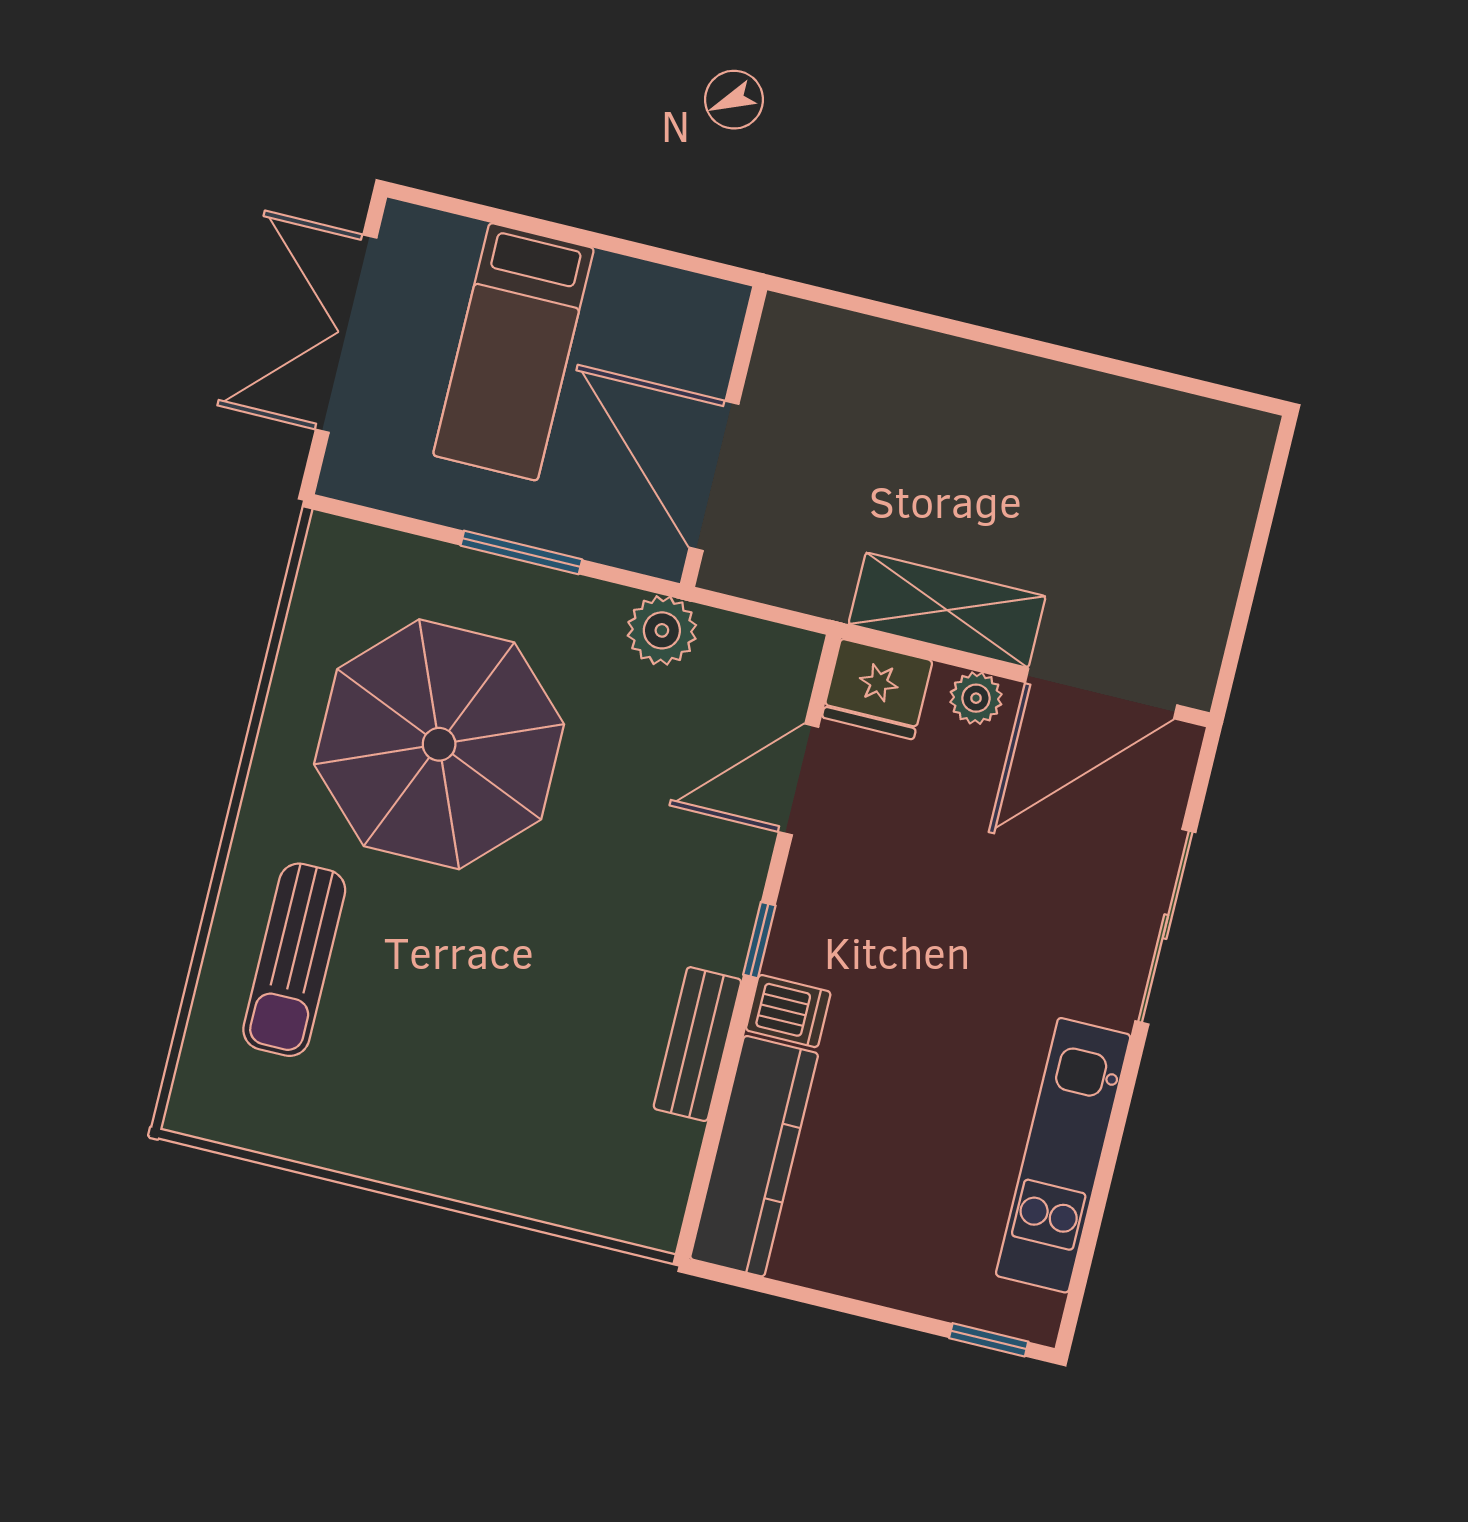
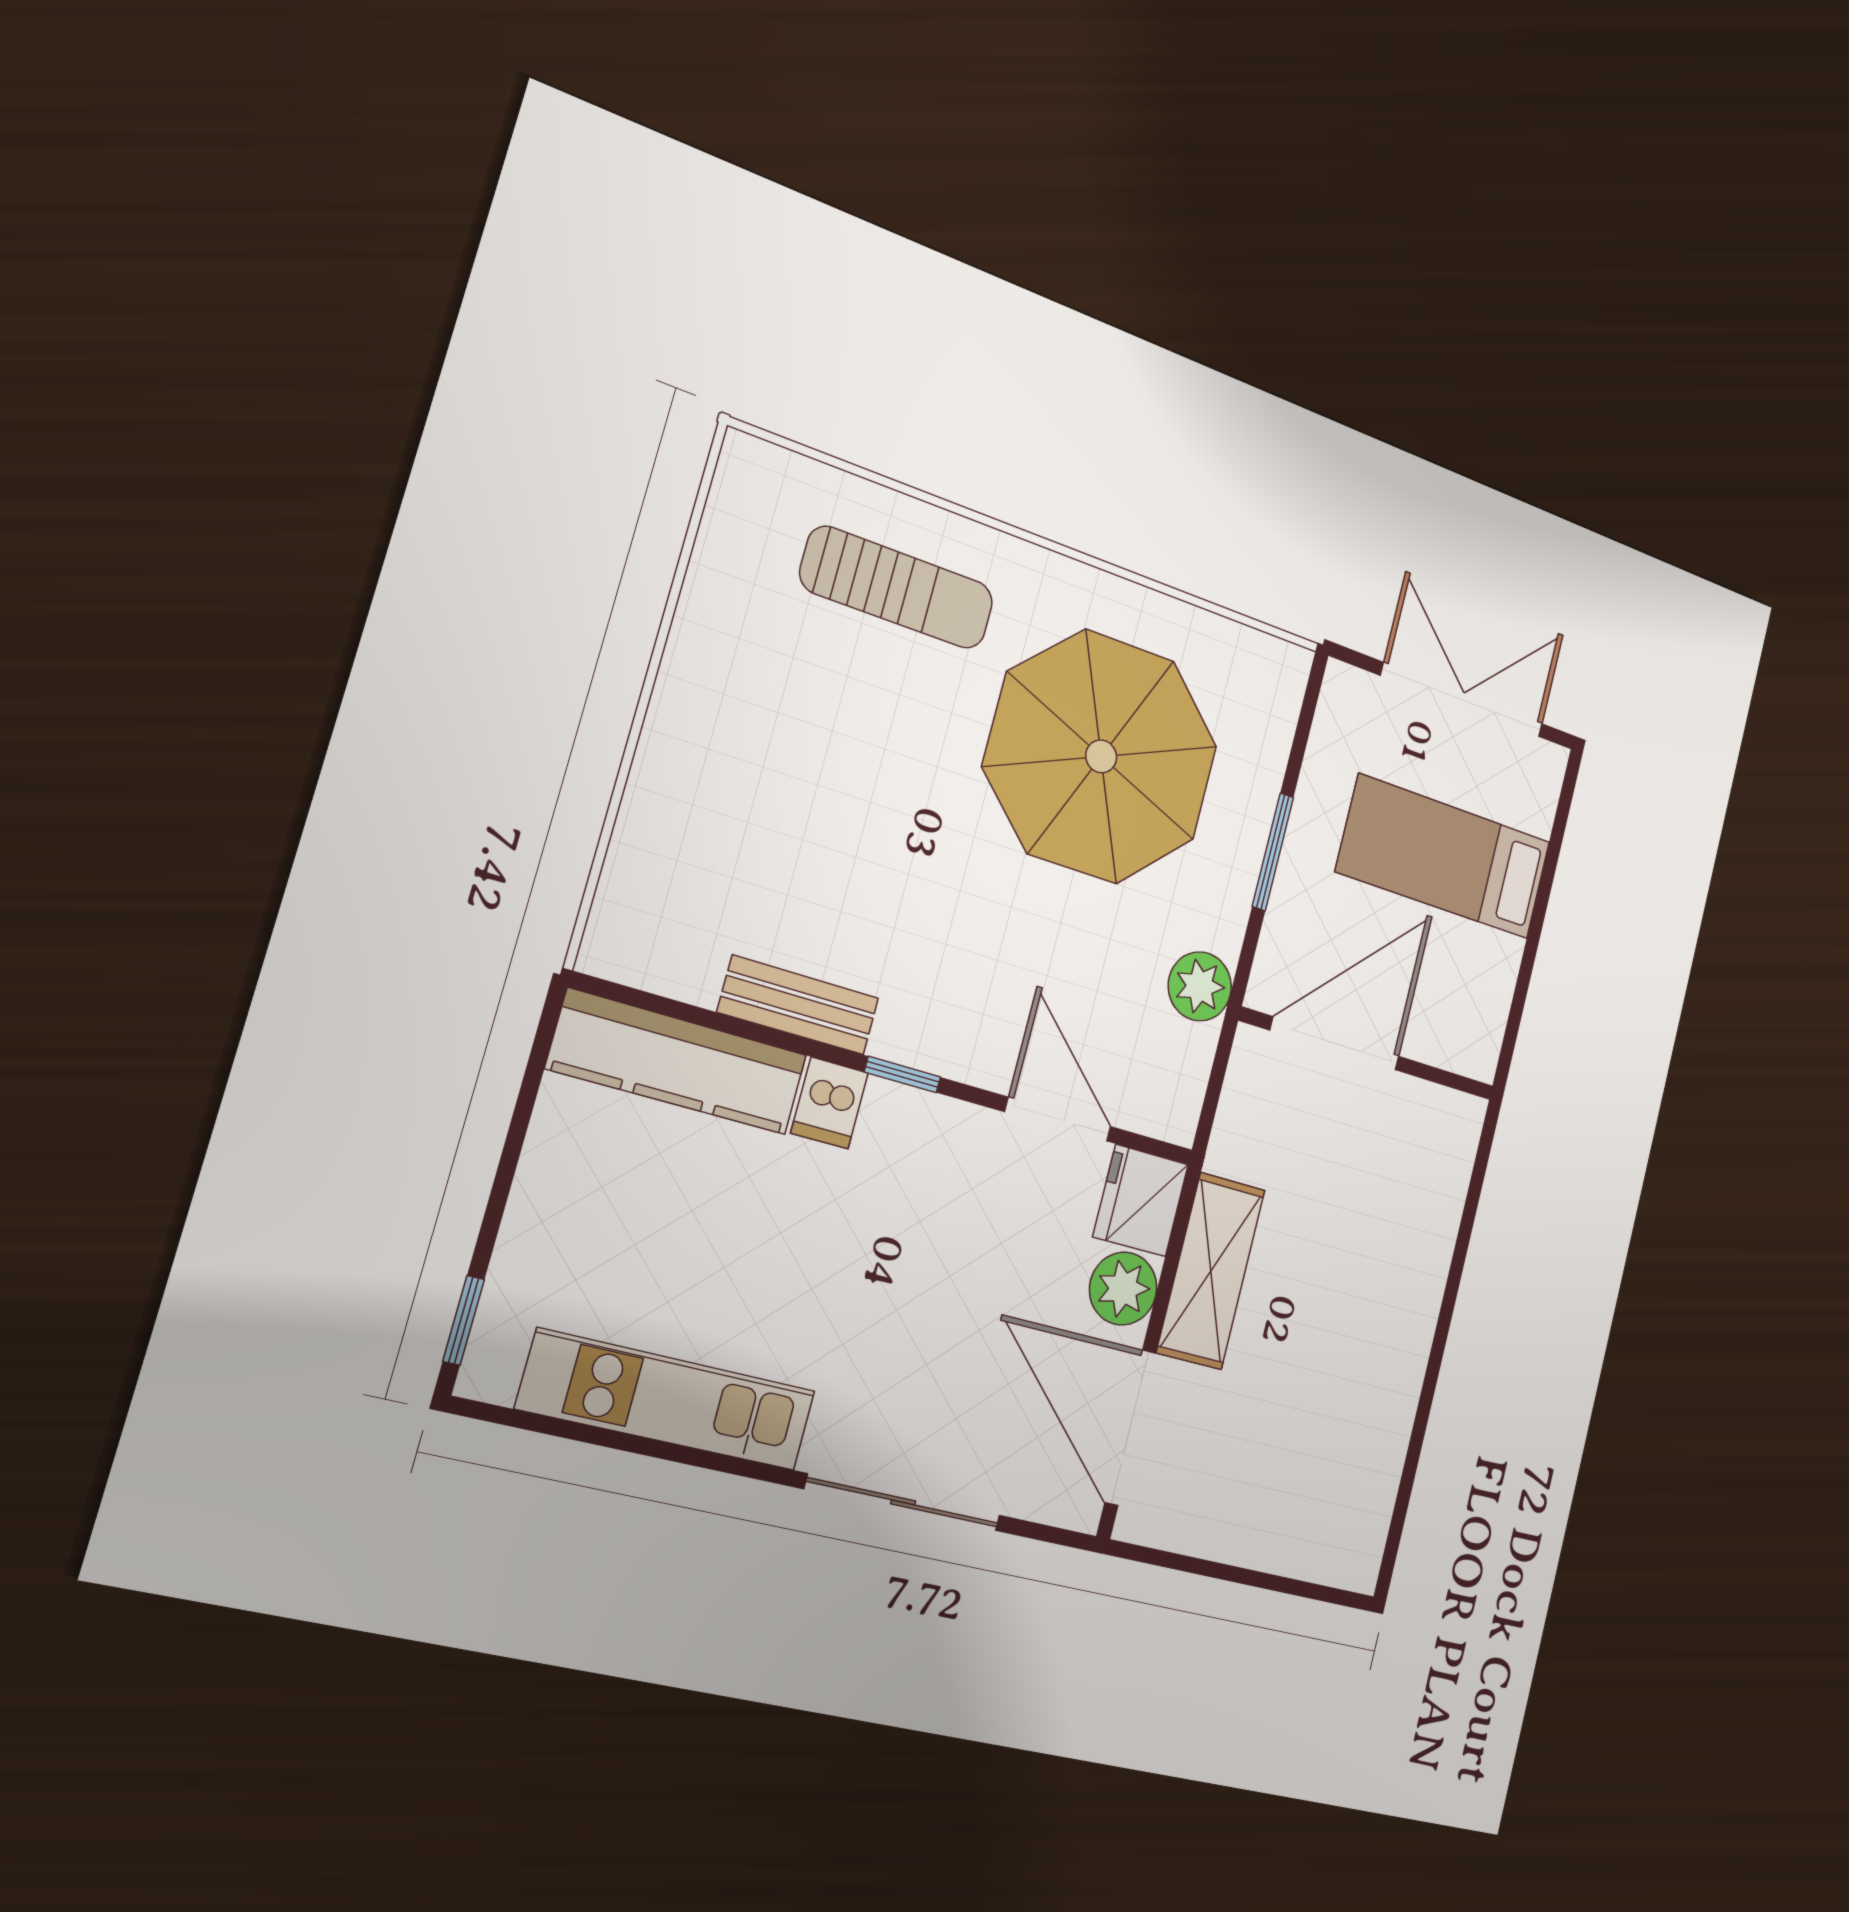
plant: (976, 698) -> (1123, 1289), width x1.38, depth x1.38
sun lounger: (294, 960) -> (897, 588), turned 180

